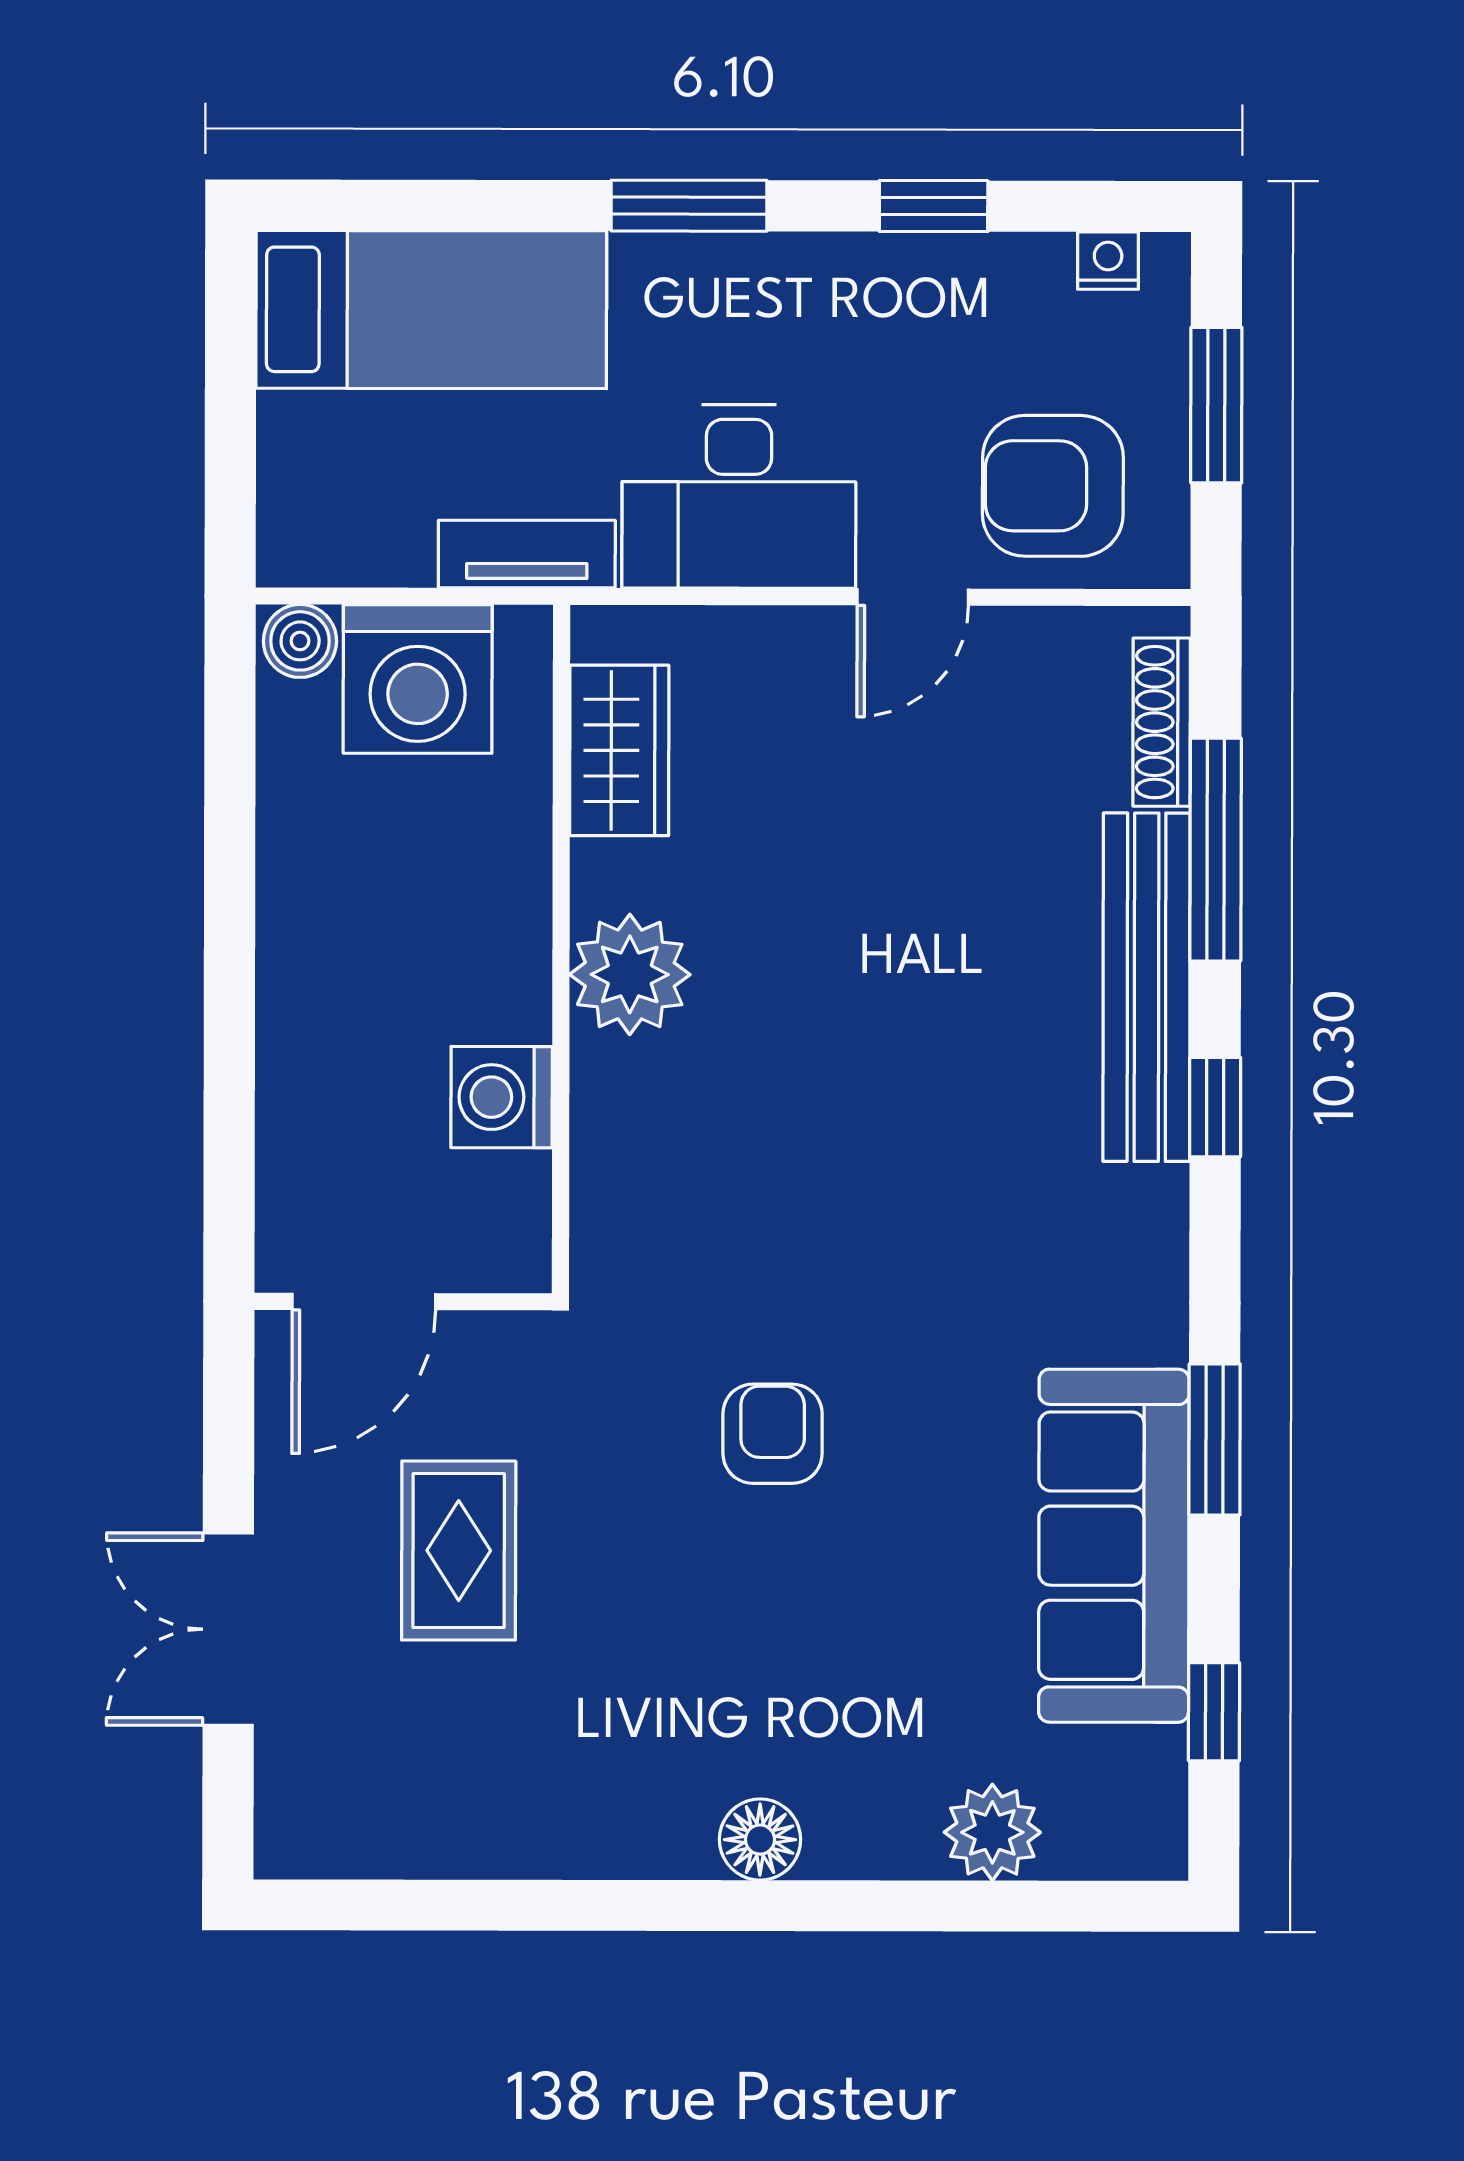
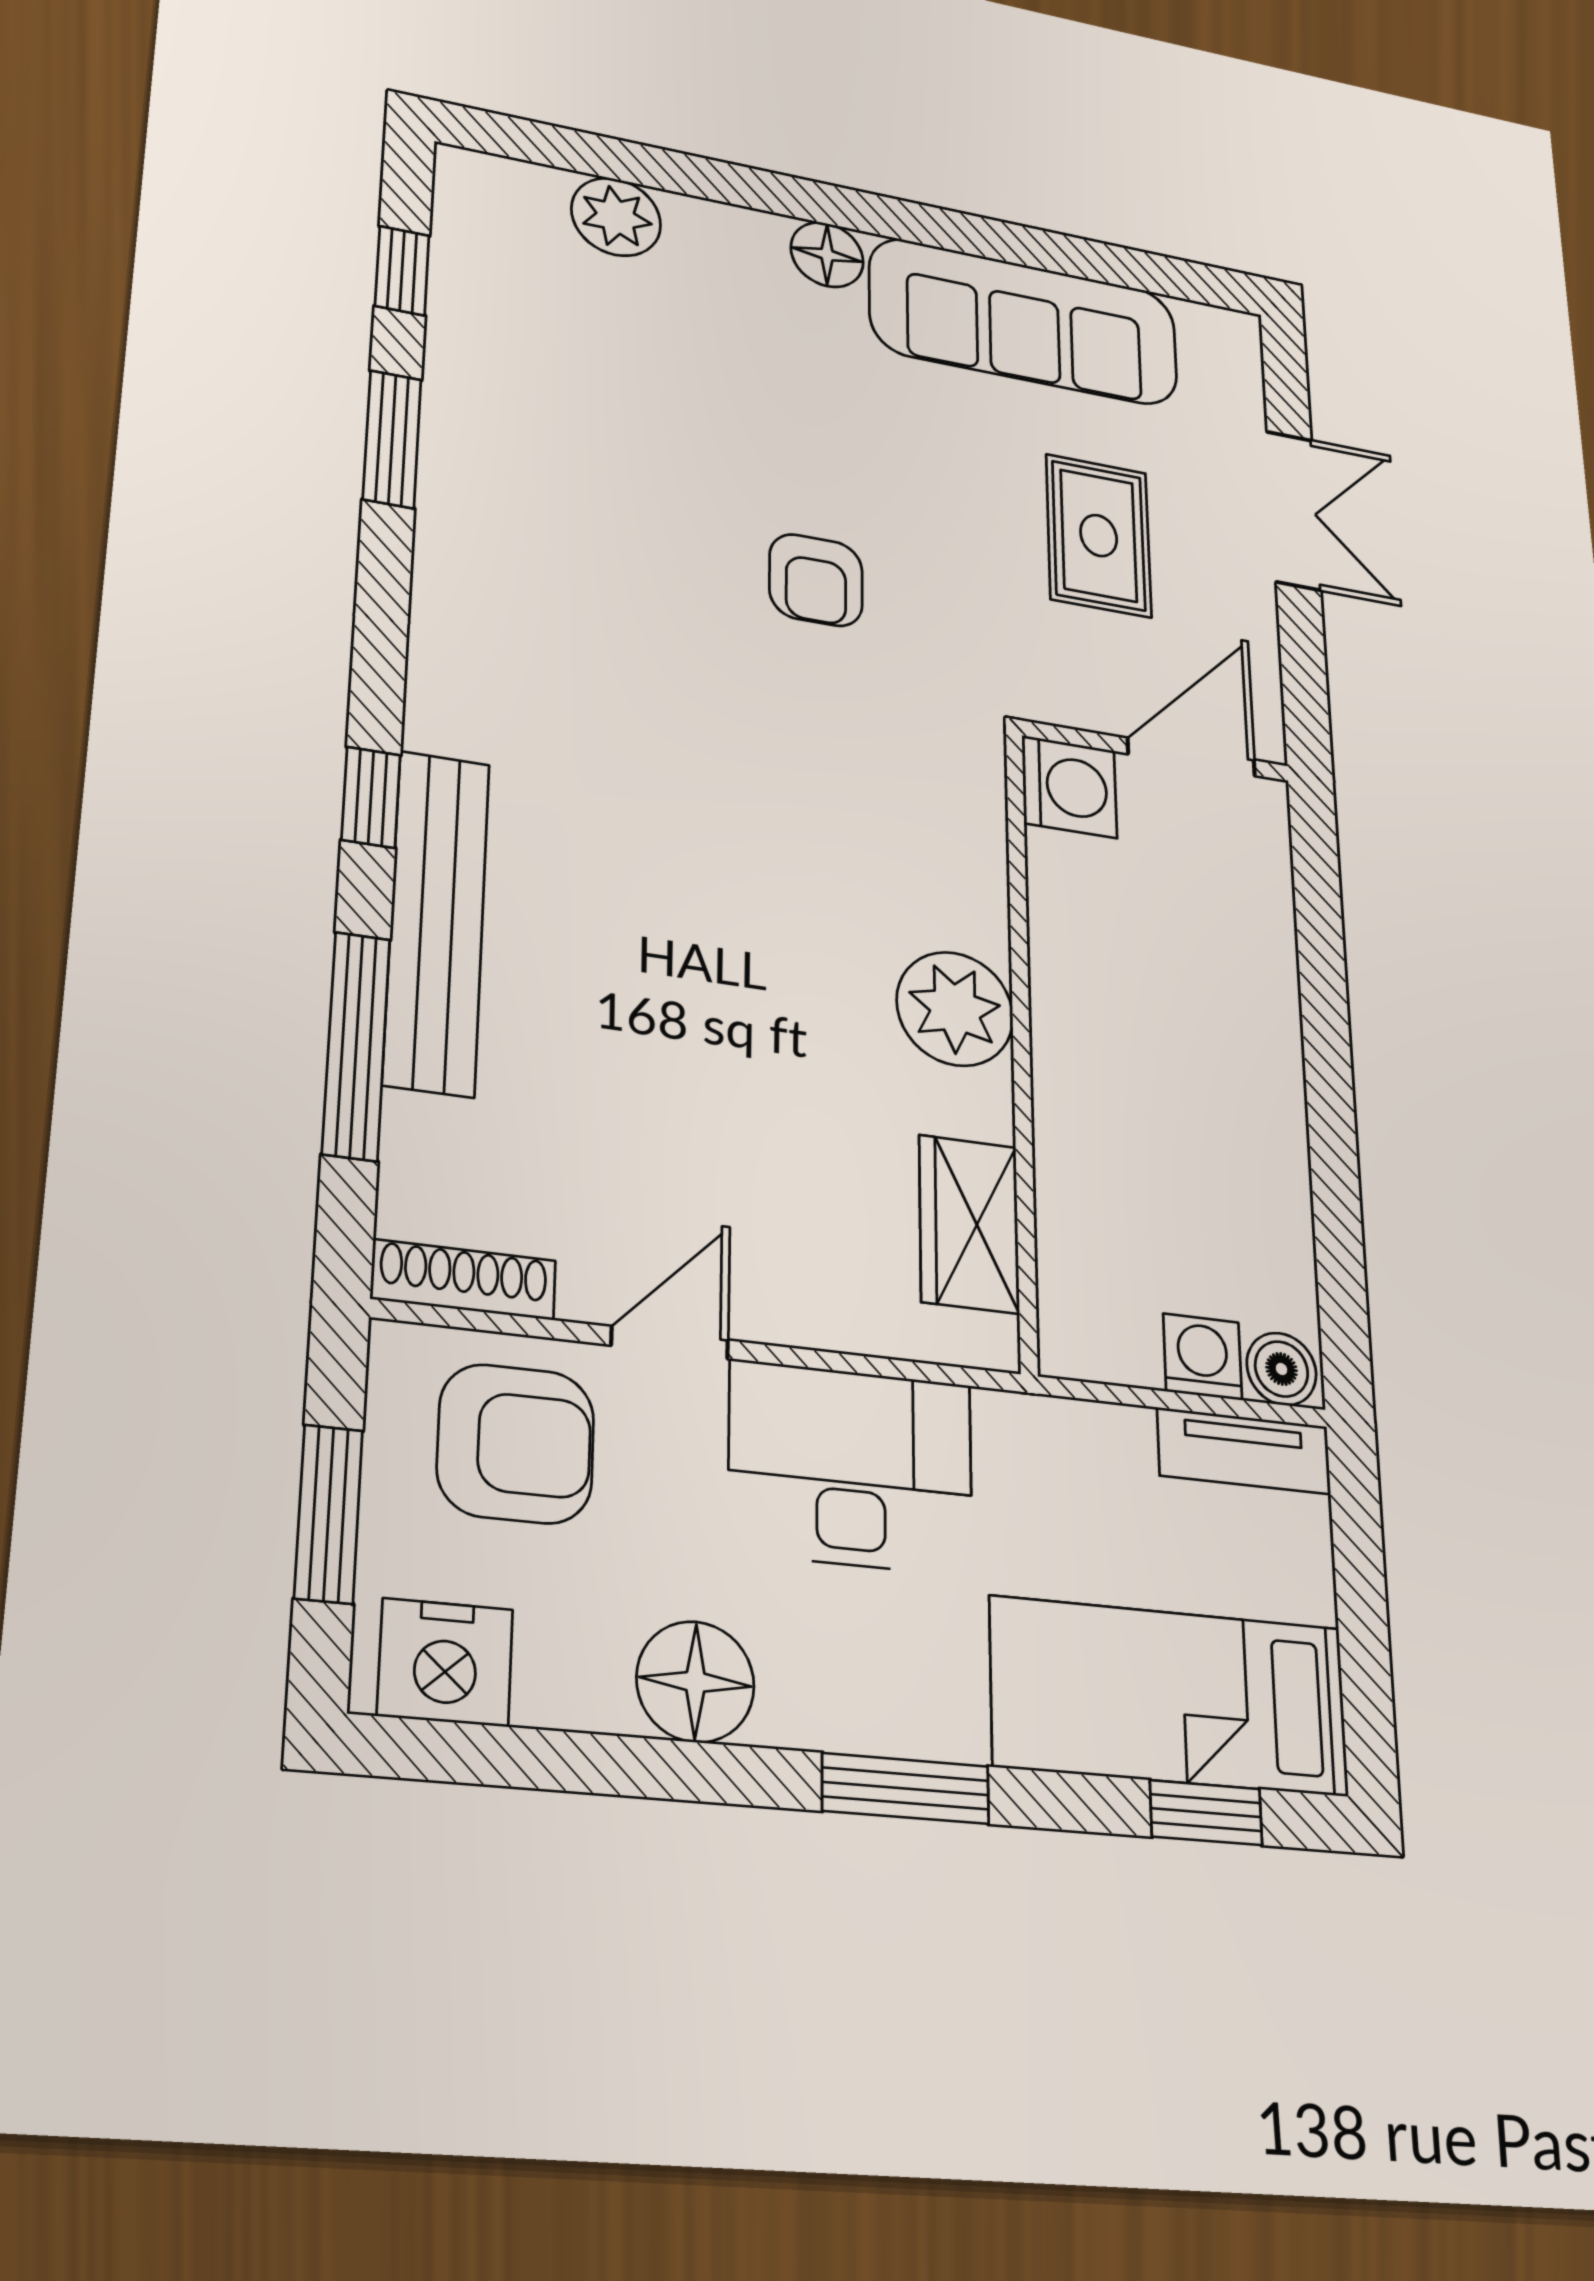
window: (934, 206) -> (1206, 1813), moved
nightstand: (1108, 261) -> (445, 1662), width x1.89, depth x1.79
floor lamp: (884, 285) -> (695, 1682), added
tv unit: (527, 554) -> (1244, 1451), moved
washing machine: (418, 679) -> (1203, 1357), width x0.53, depth x0.53
shoe rack: (1162, 722) -> (464, 1280), moved, turned -90
washing machine: (502, 1097) -> (1069, 787), moved
window: (1215, 1439) -> (392, 439), moved
sofa: (1114, 1546) -> (1024, 322), moved, turned 90

